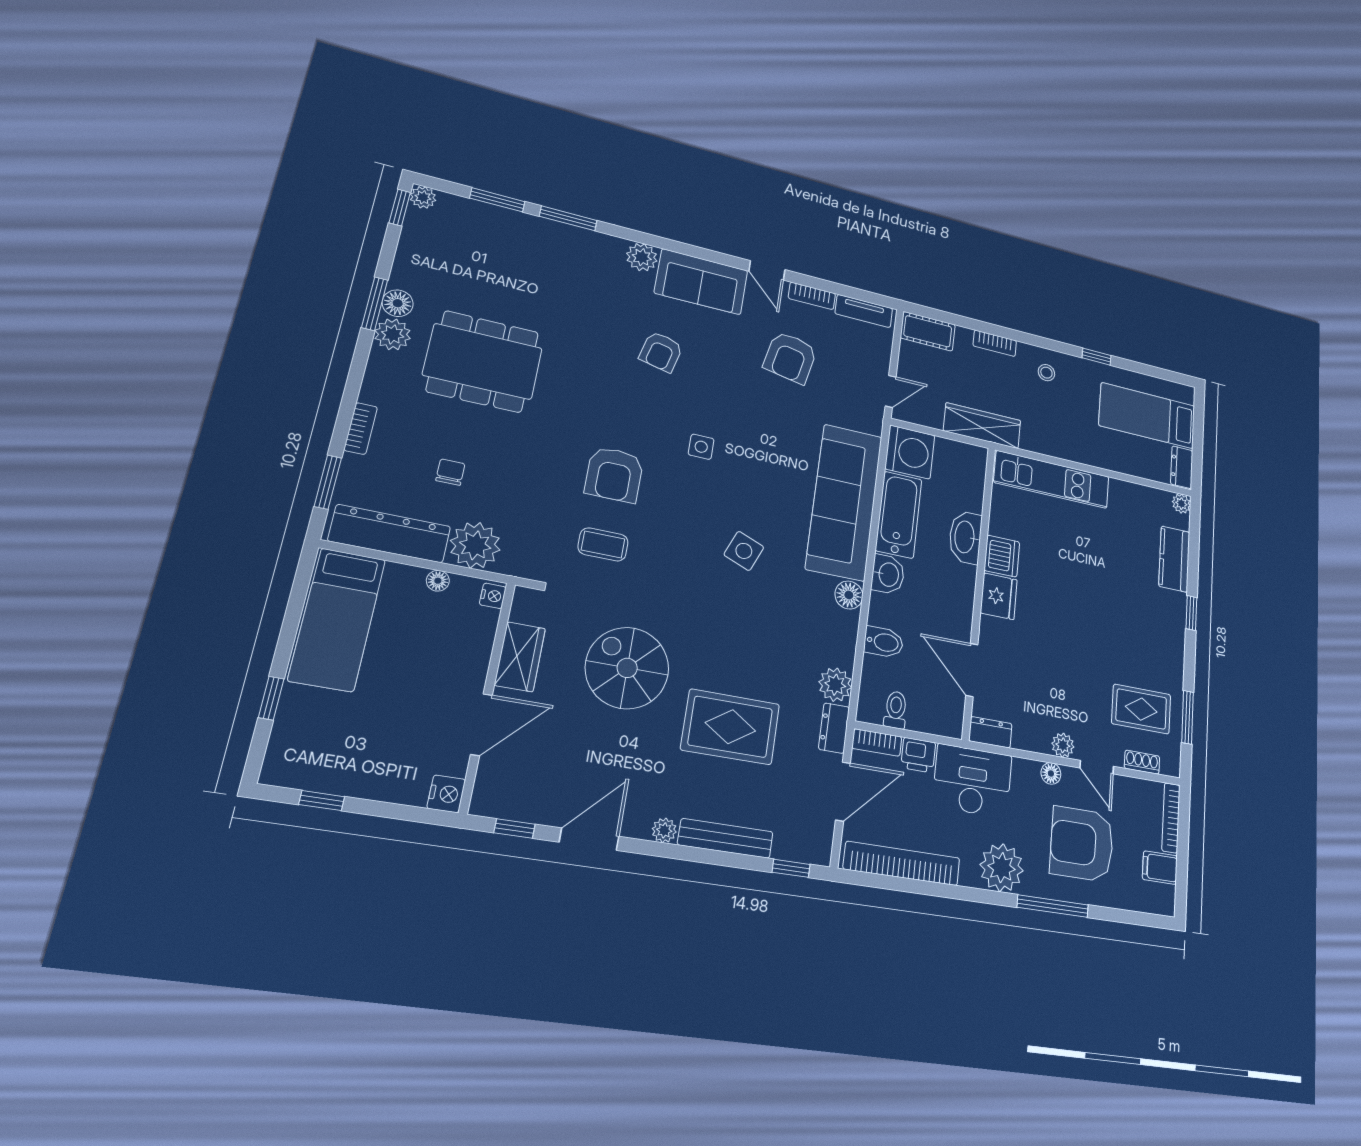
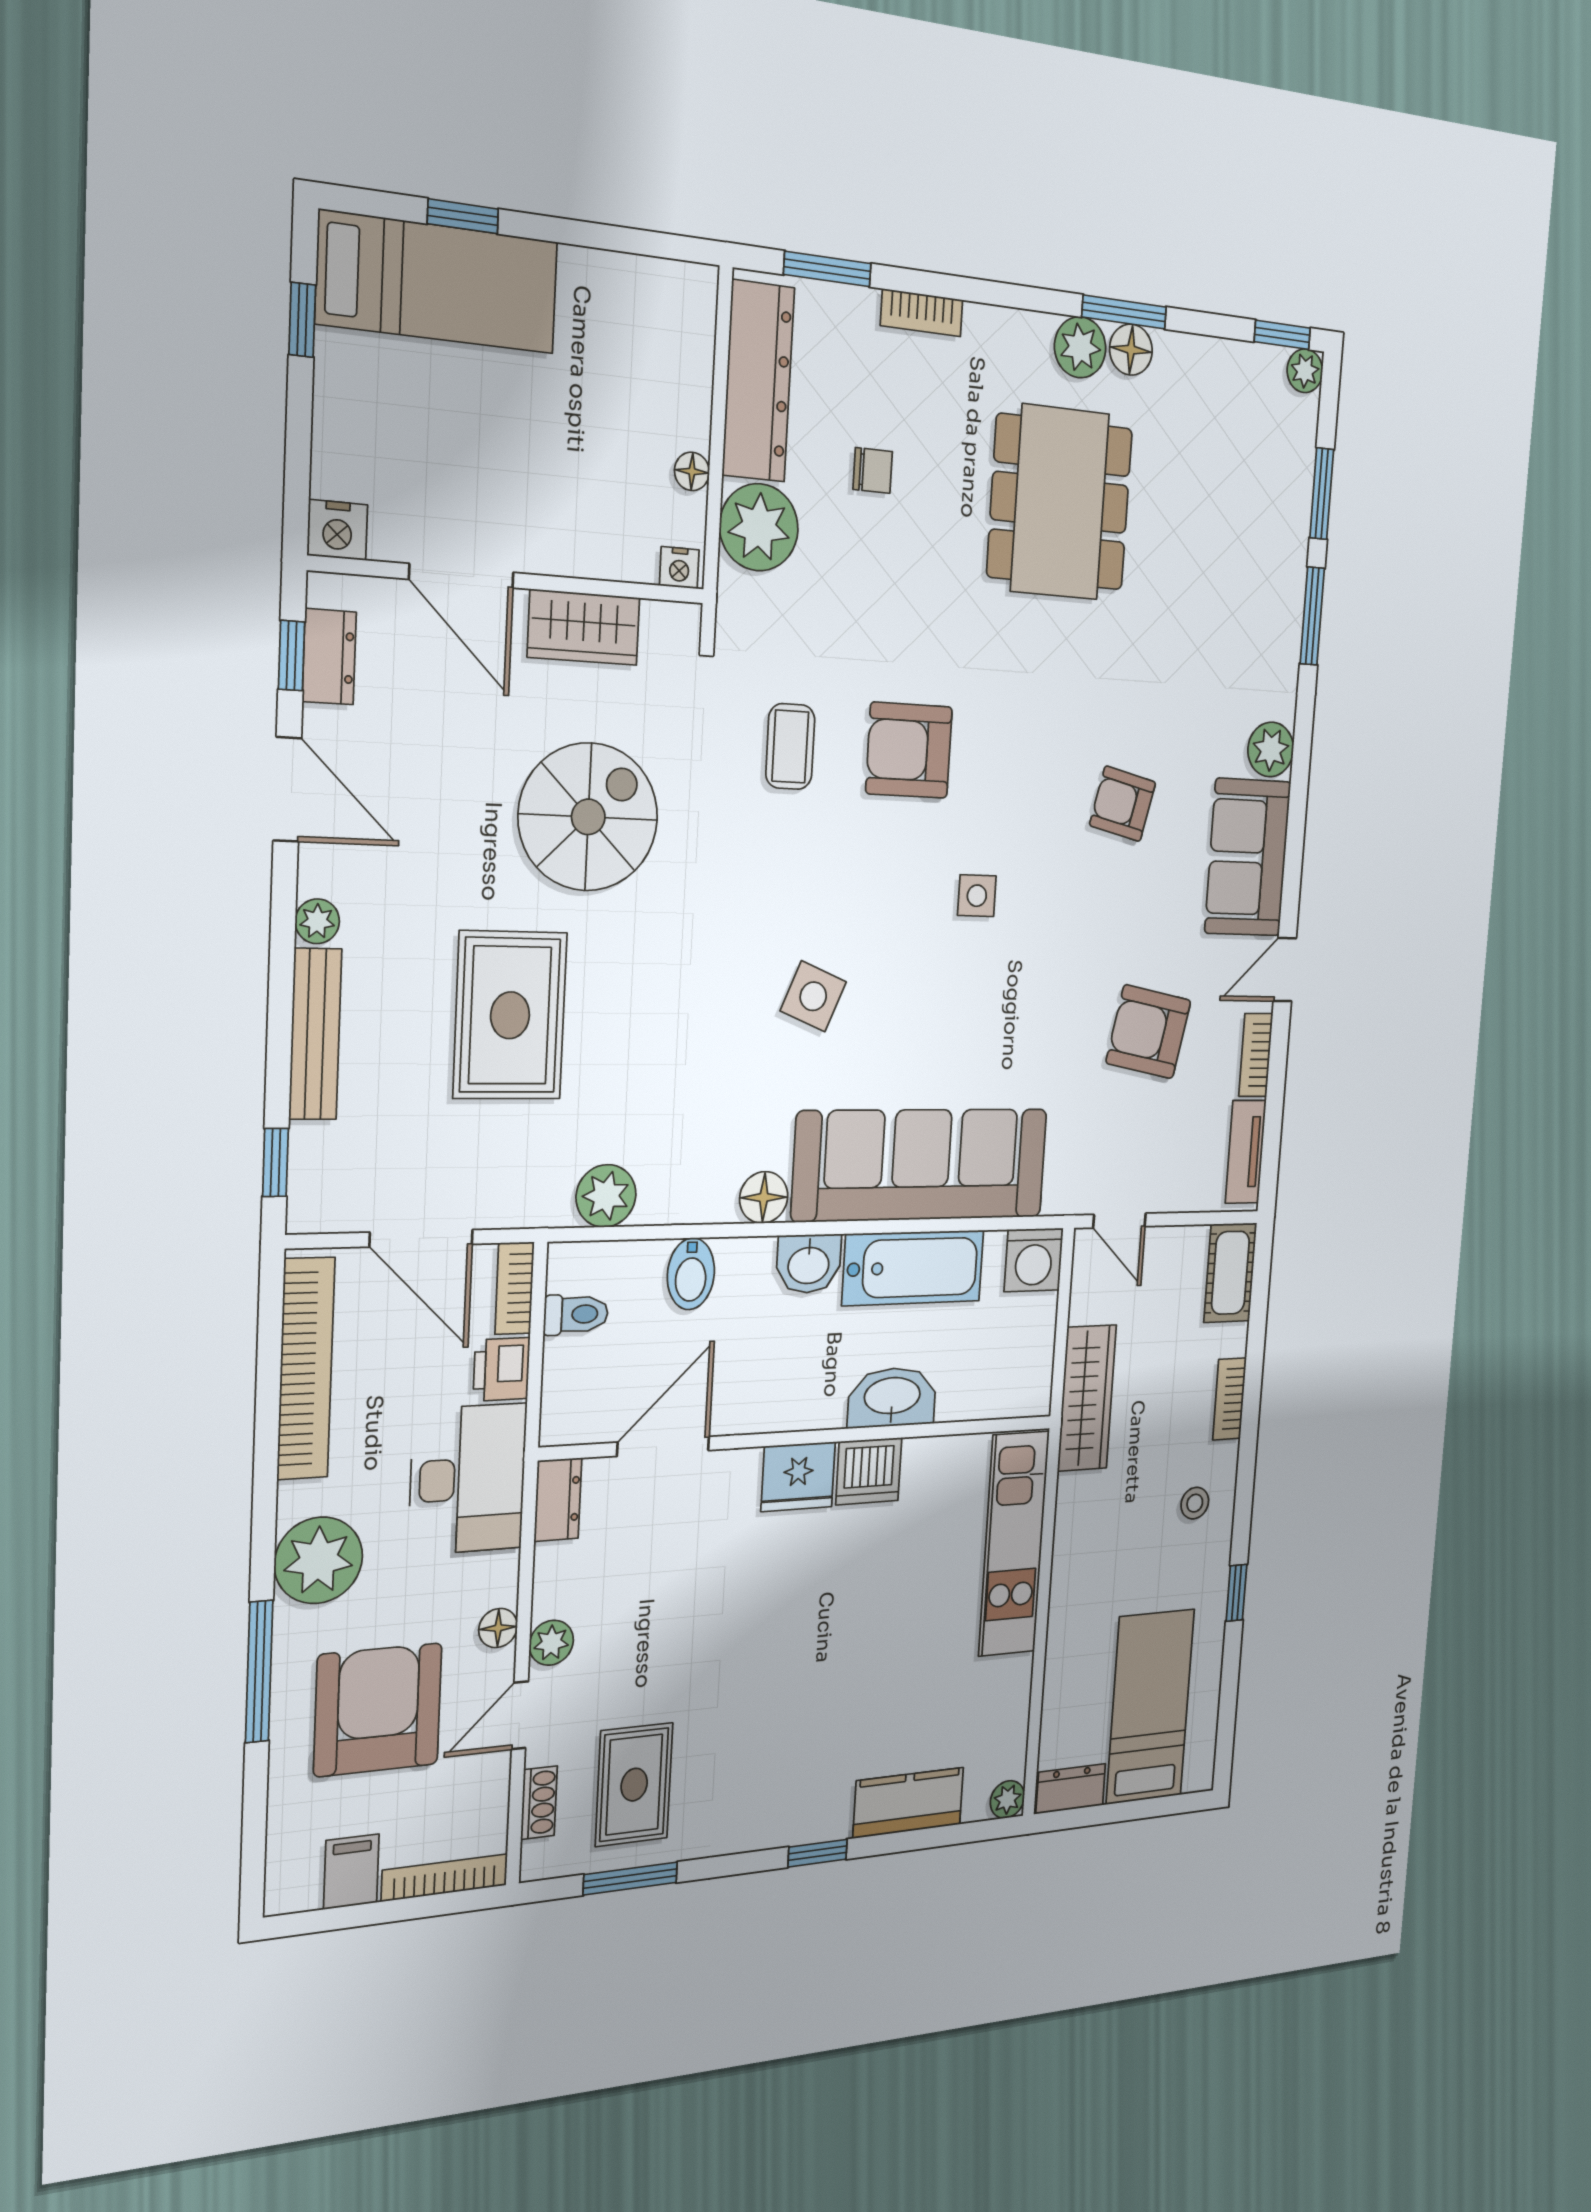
washing machine: (910, 452) -> (1034, 1260), width x0.73, depth x0.73
bed: (337, 619) -> (438, 282), moved, turned 180
dresser: (834, 728) -> (329, 657), moved, turned 90

